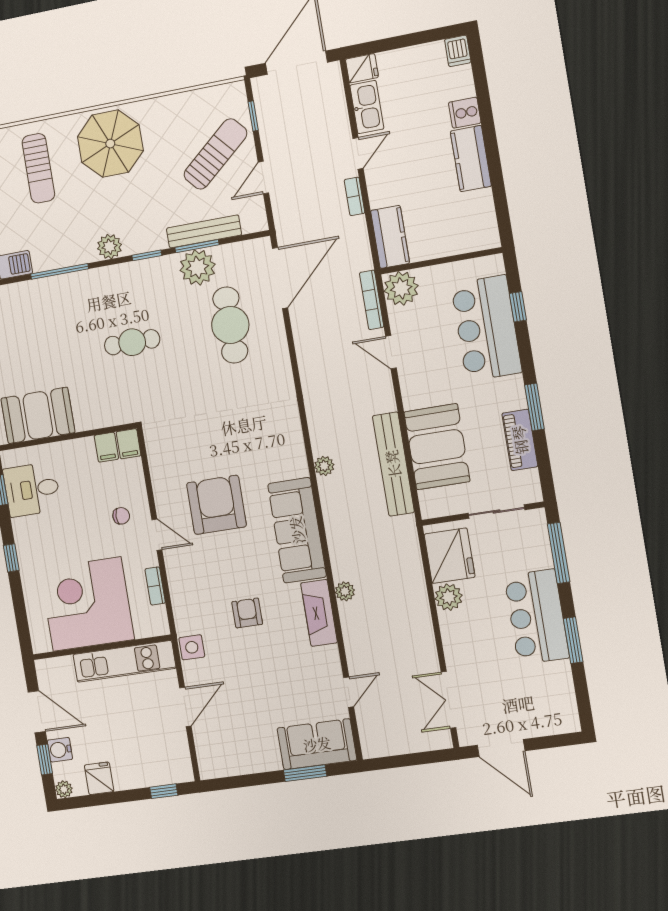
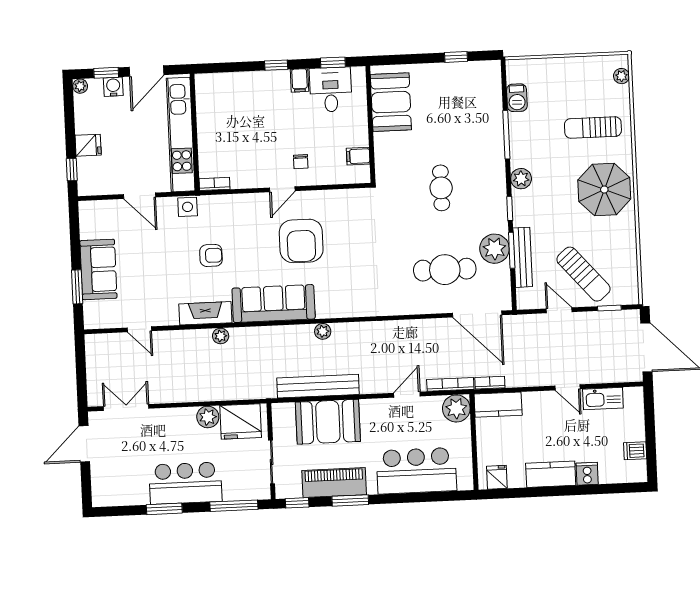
dishwasher: (458, 51) -> (635, 451), moved
fridge: (362, 68) -> (497, 477), moved, turned 180
bookcase: (355, 196) -> (490, 383), moved
window: (518, 307) -> (297, 503), moved
piano: (520, 440) -> (334, 483), width x1.37, depth x1.33
filing cabinet: (129, 444) -> (300, 80), moved, turned -90
armchair: (216, 505) -> (301, 241), turned 90
bookcase: (155, 586) -> (214, 184), moved
corner desk: (87, 604) -> (231, 124), removed
kitchen unit: (124, 661) -> (181, 135), width x1.36
sofa: (317, 744) -> (98, 269), moved
fridge: (99, 778) -> (88, 145), moved

